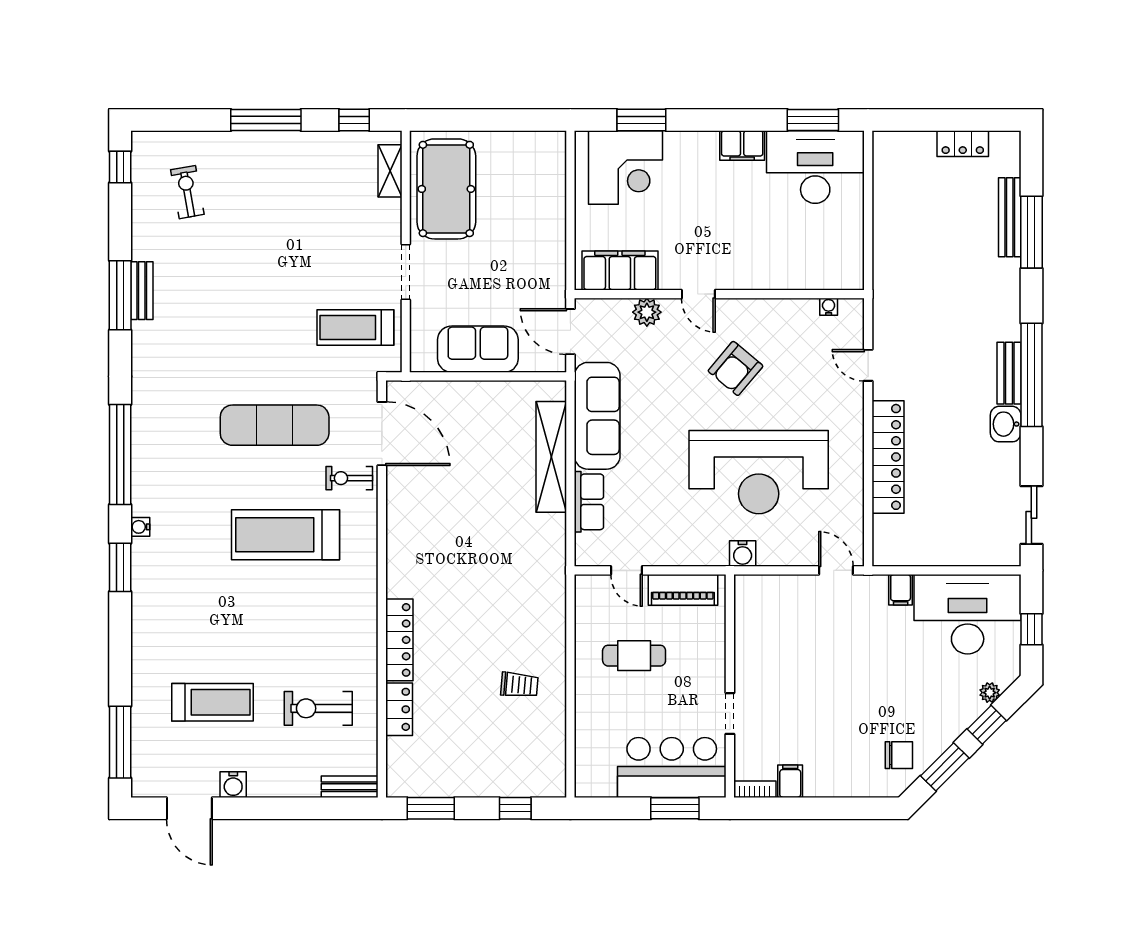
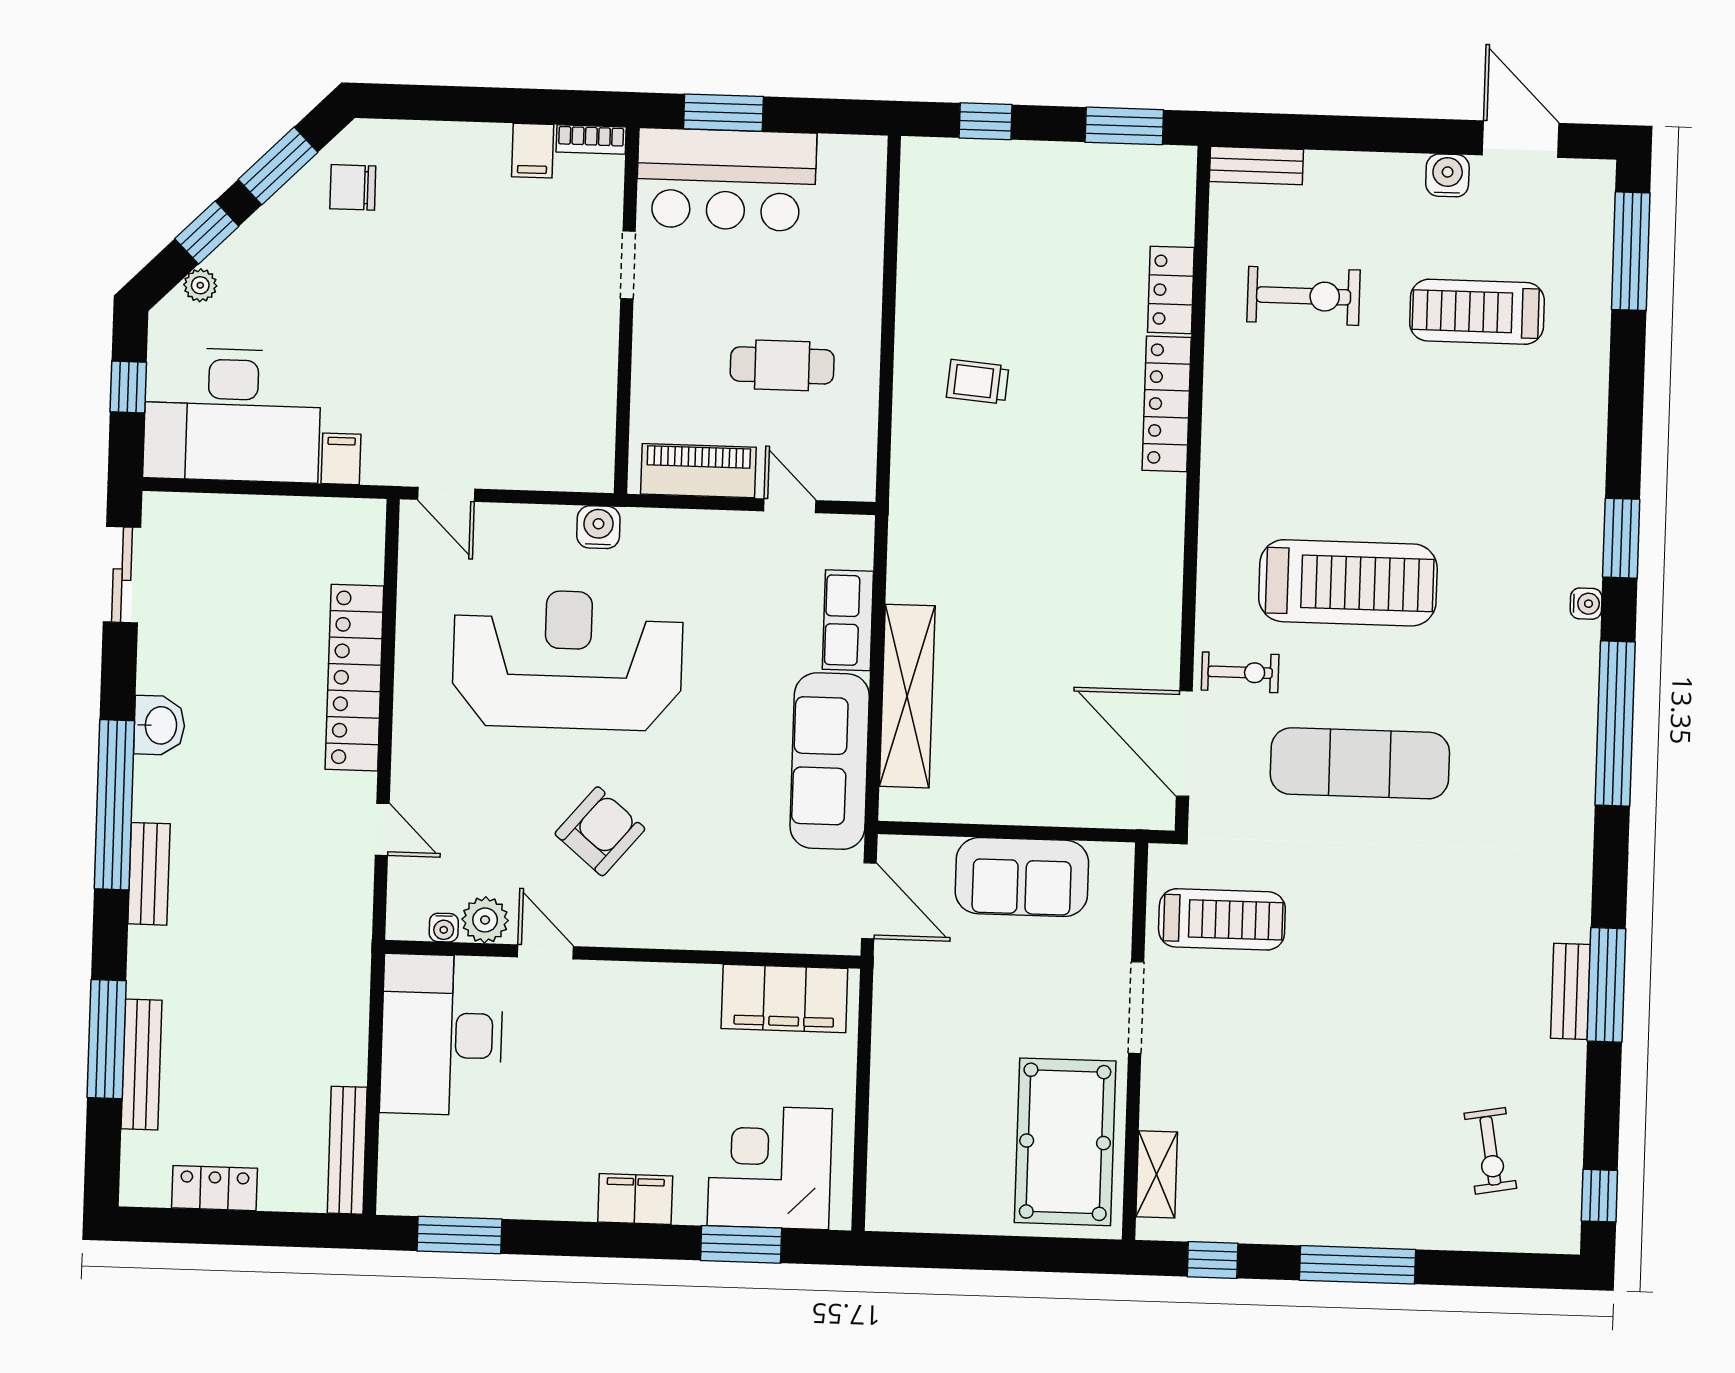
filing cabinet: (742, 146) -> (635, 1199), moved
desk: (815, 167) -> (442, 1035), moved, turned 90
bench: (883, 169) -> (347, 1150), added
door: (698, 294) -> (545, 952), moved
plant: (647, 312) -> (485, 920), moved
bench: (1009, 373) -> (149, 874), moved
trolley: (519, 685) -> (978, 382), moved

